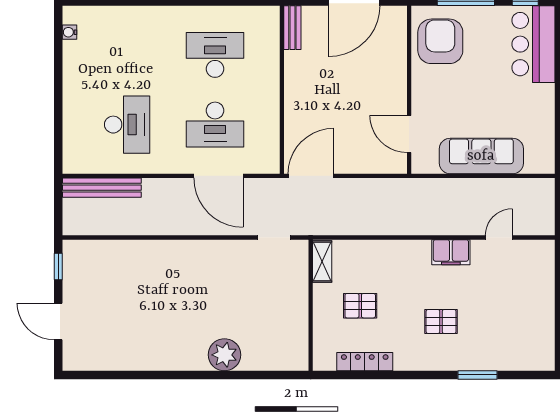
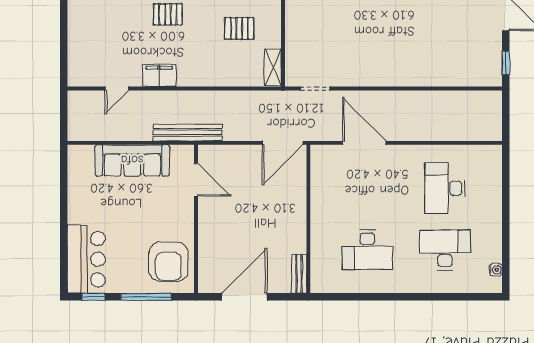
desk: (215, 125) -> (445, 250), moved
bench: (102, 188) -> (188, 132), moved

